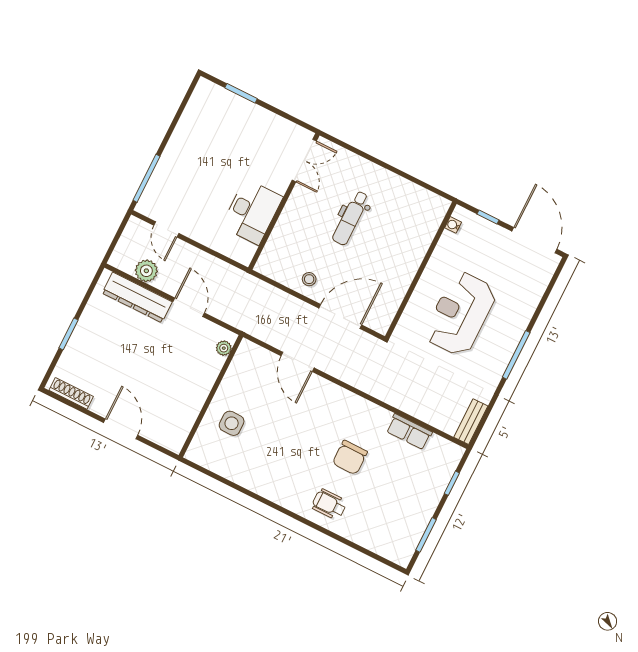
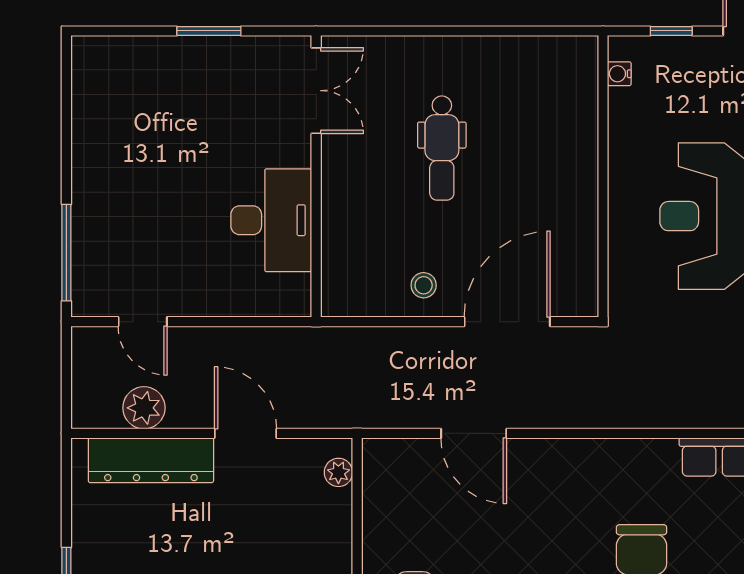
window: (241, 93) -> (209, 31), moved

